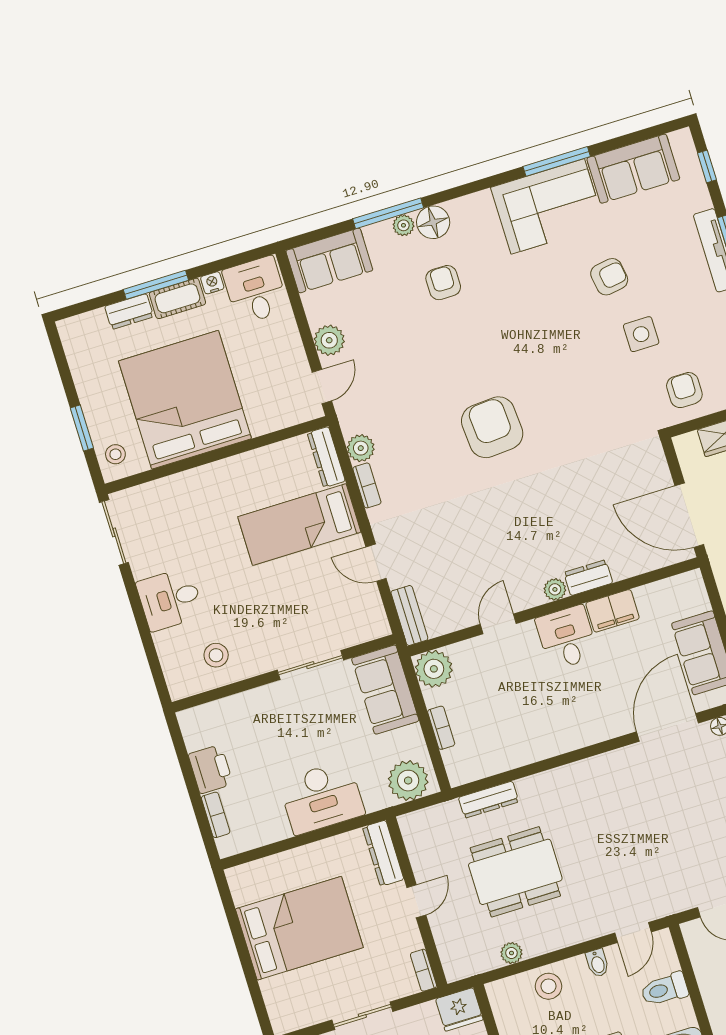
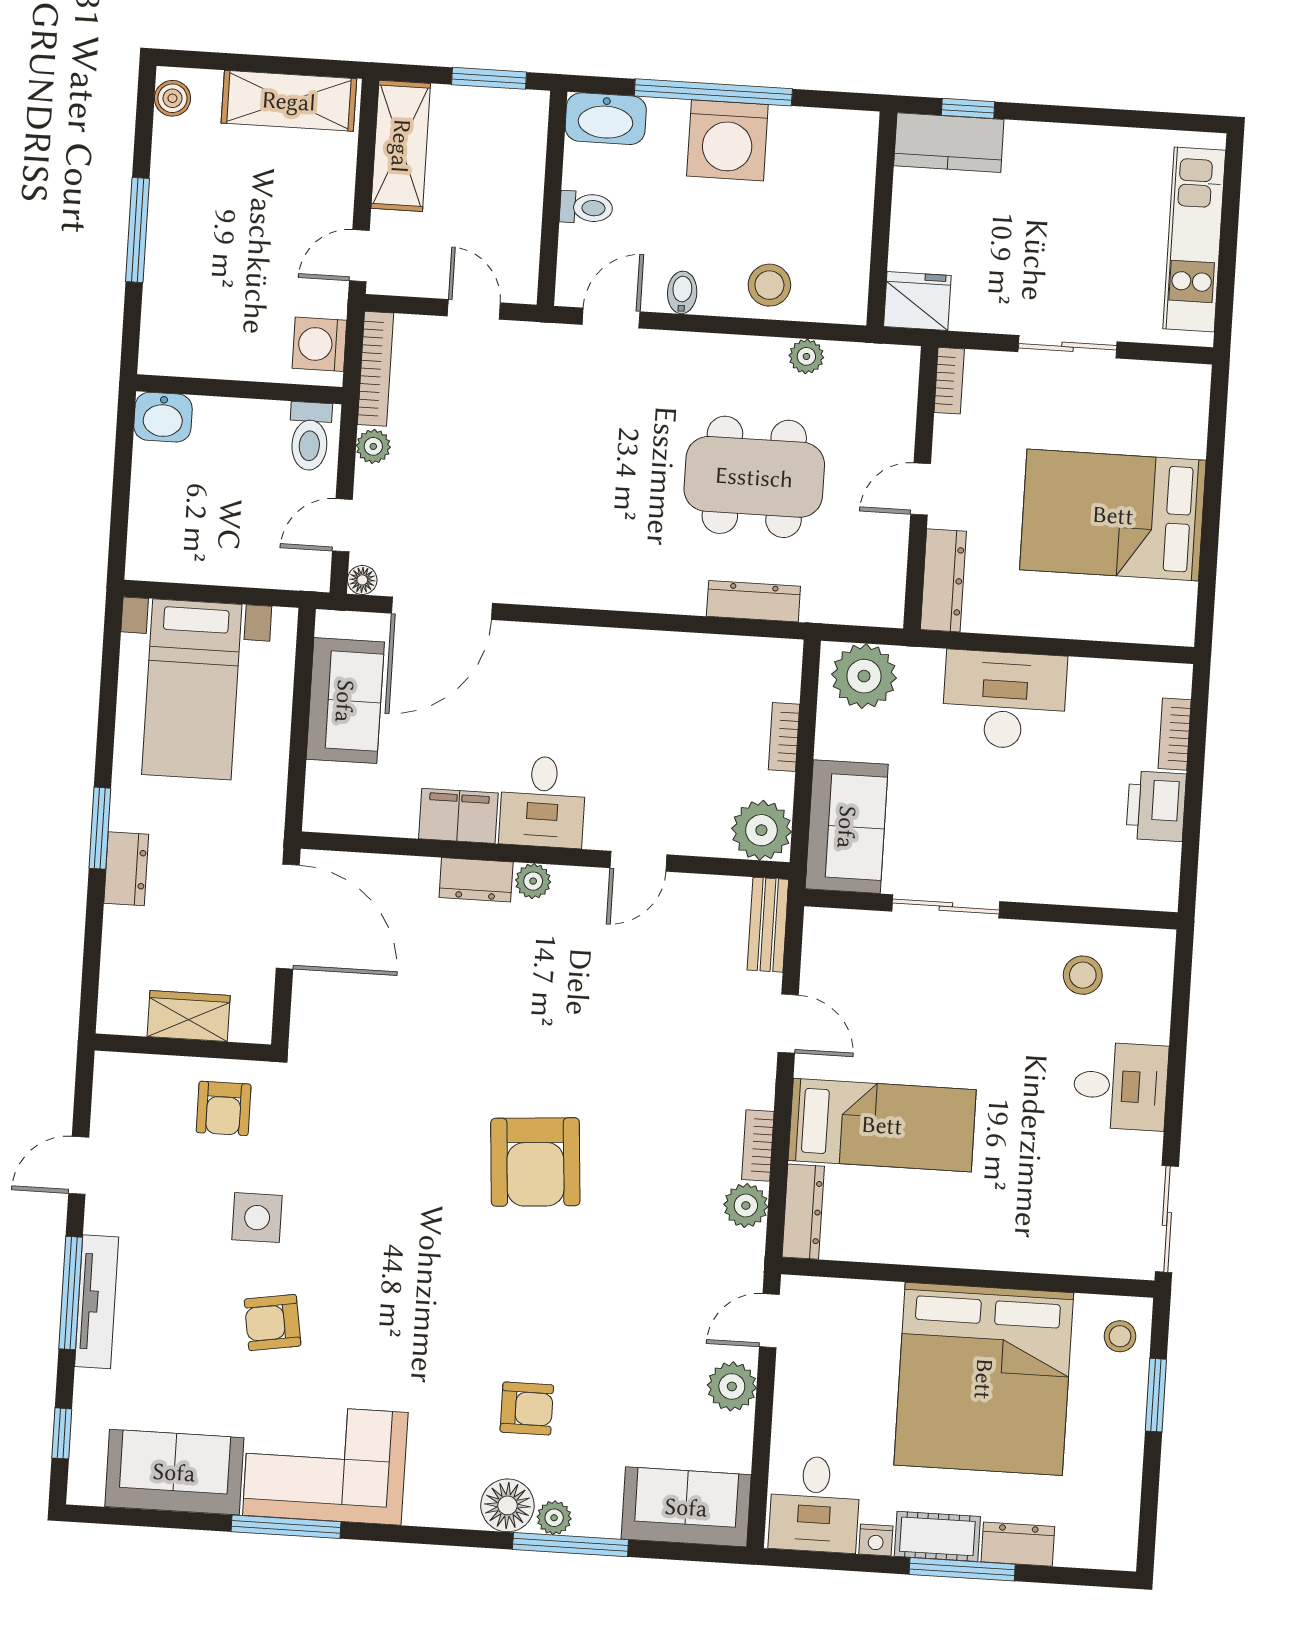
armchair: (443, 283) -> (527, 1408), turned -90
toilet: (664, 989) -> (586, 208), width x0.73, depth x0.72

